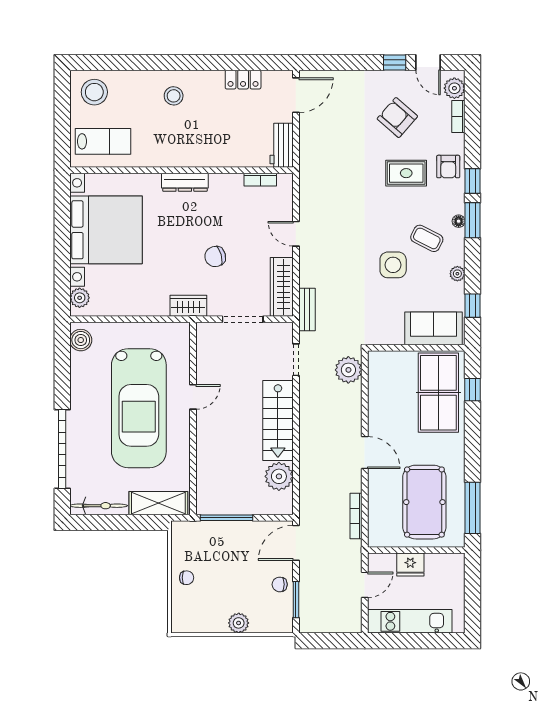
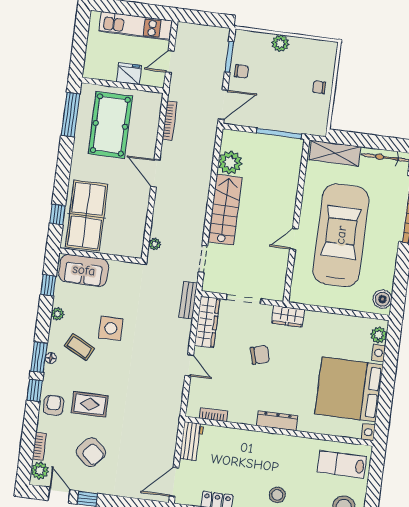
plant: (348, 370) -> (155, 244), width x0.53, depth x0.53

